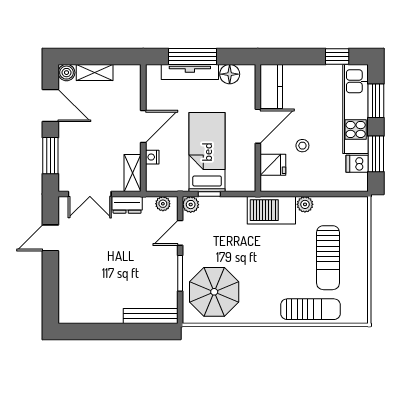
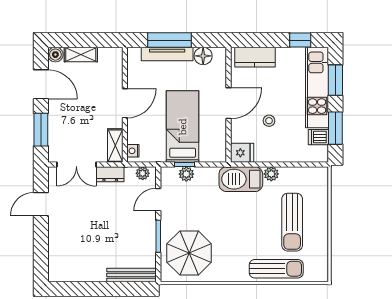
kitchen counter: (271, 86) -> (255, 57), moved, turned 90
nightstand: (152, 157) -> (133, 151), moved
fridge: (273, 165) -> (242, 153), moved
plant: (191, 205) -> (186, 174), moved

